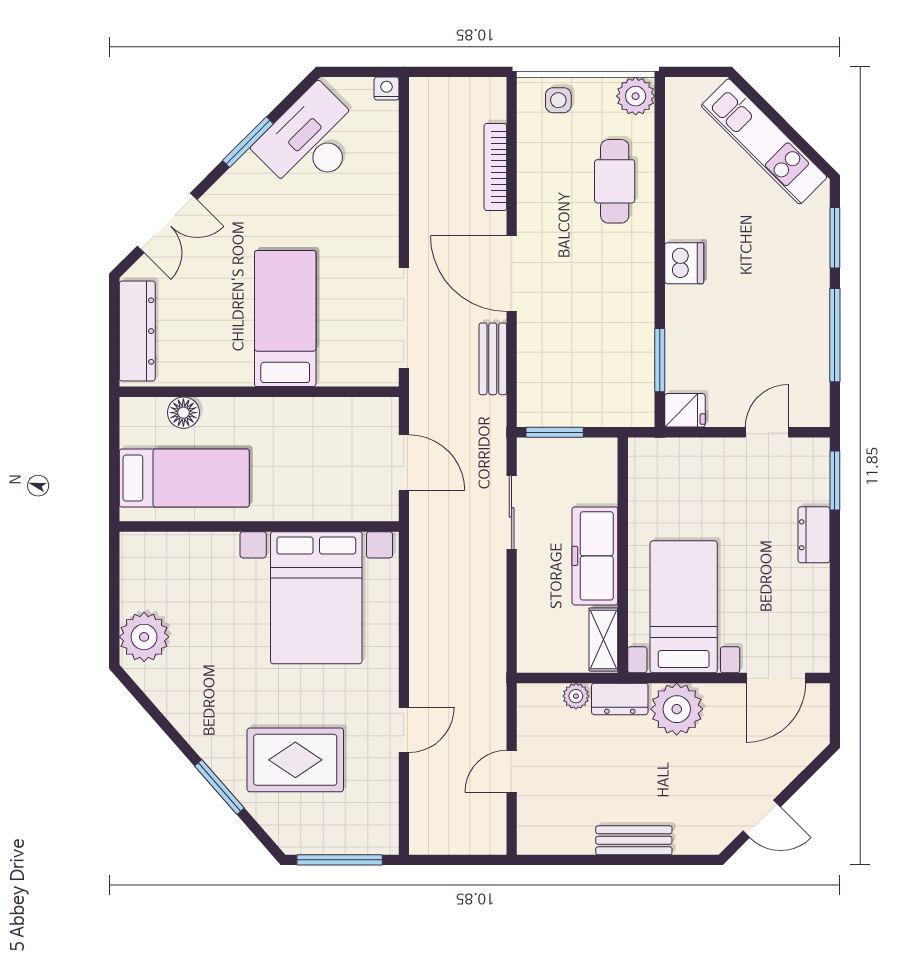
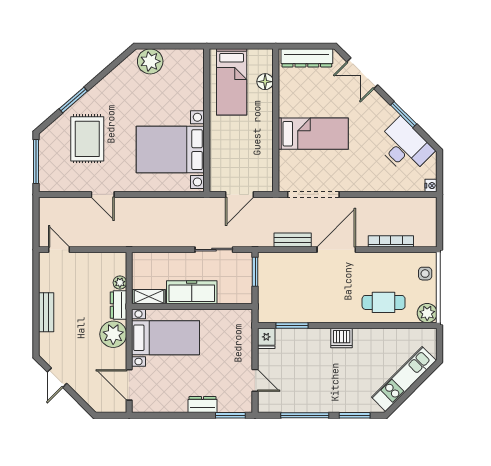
door: (512, 771) -> (59, 250), moved

